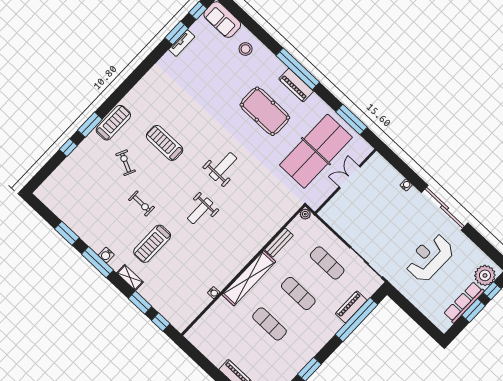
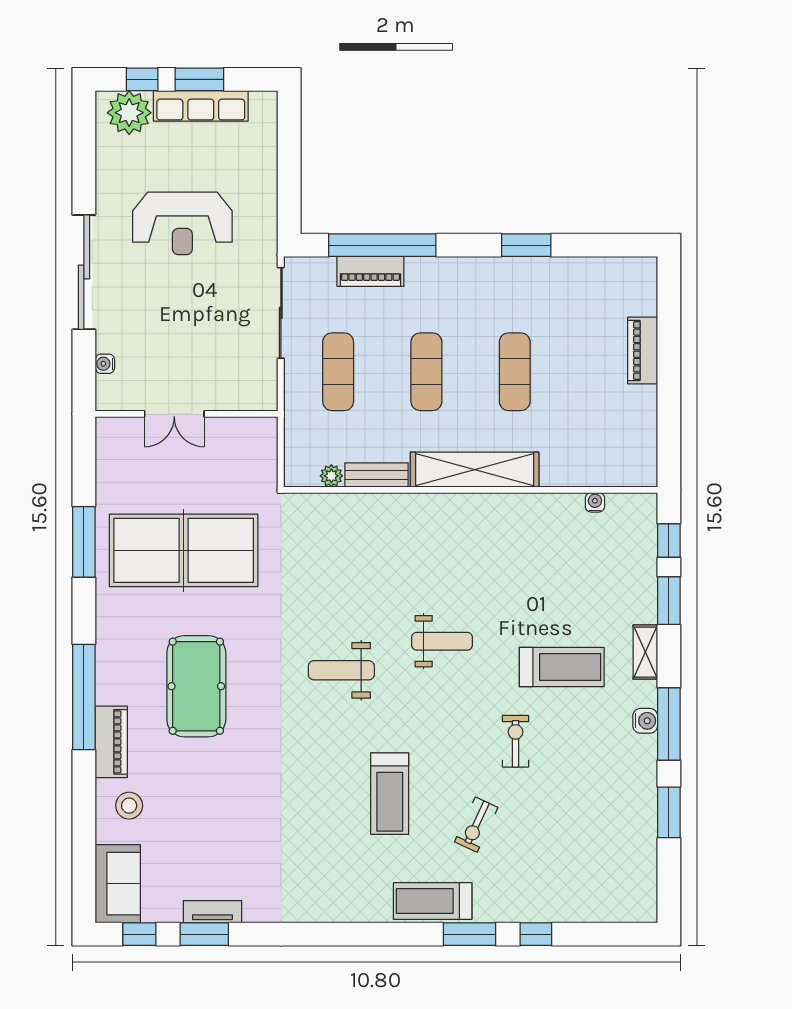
piano: (296, 85) -> (111, 742), moved
double door: (350, 177) -> (174, 414), moved
wall: (346, 181) -> (187, 414), moved
plant: (305, 214) -> (331, 476), moved
water cooler: (214, 293) -> (595, 502), moved

